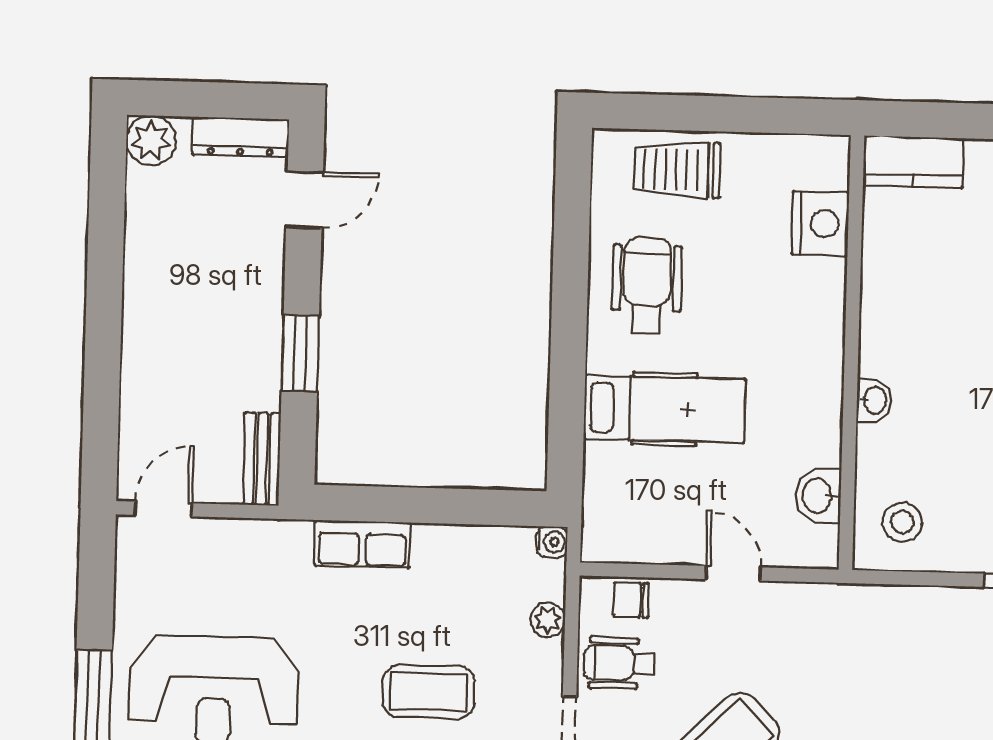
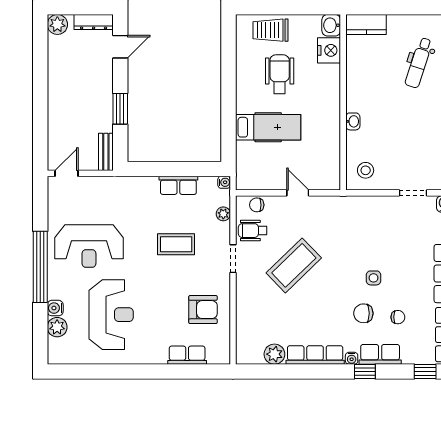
wheelchair: (647, 286) -> (280, 74), moved
washbasin: (818, 496) -> (331, 25), moved
row of seats: (362, 544) -> (178, 185), moved

